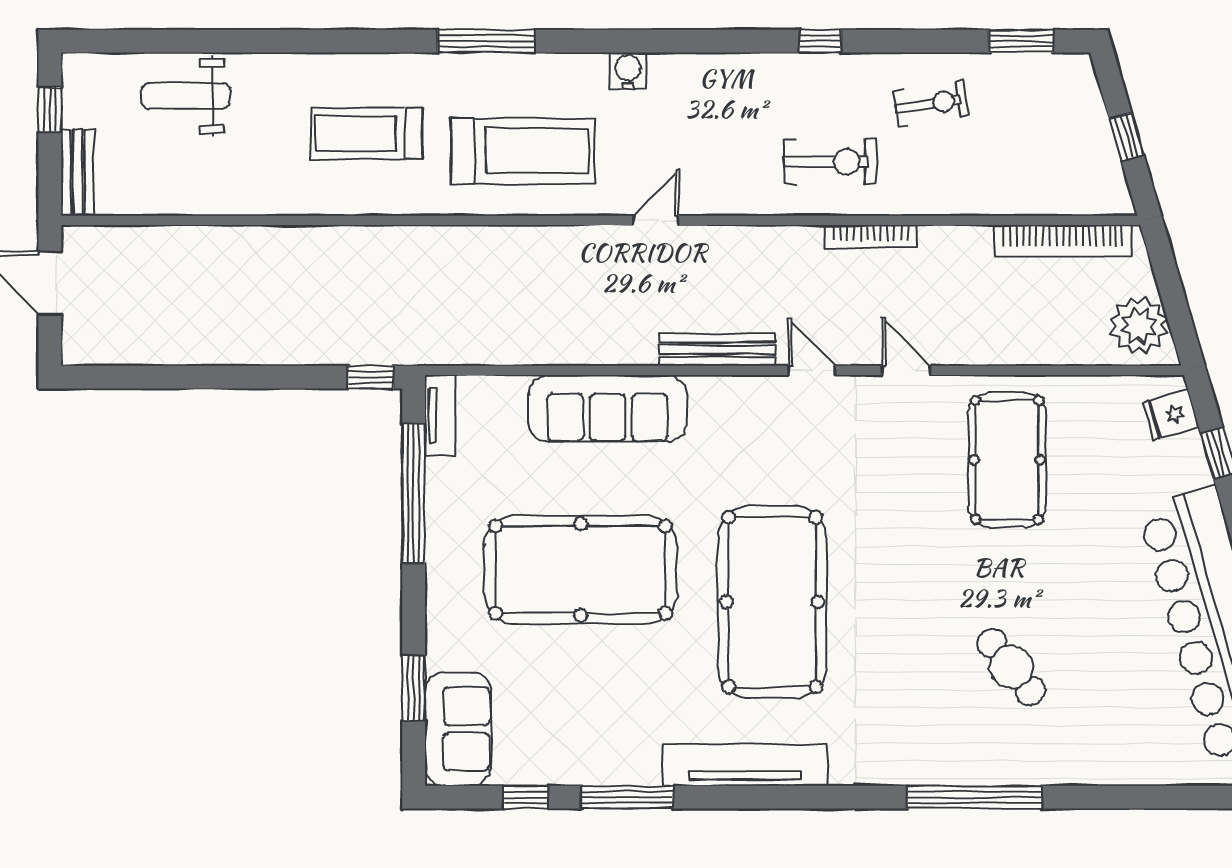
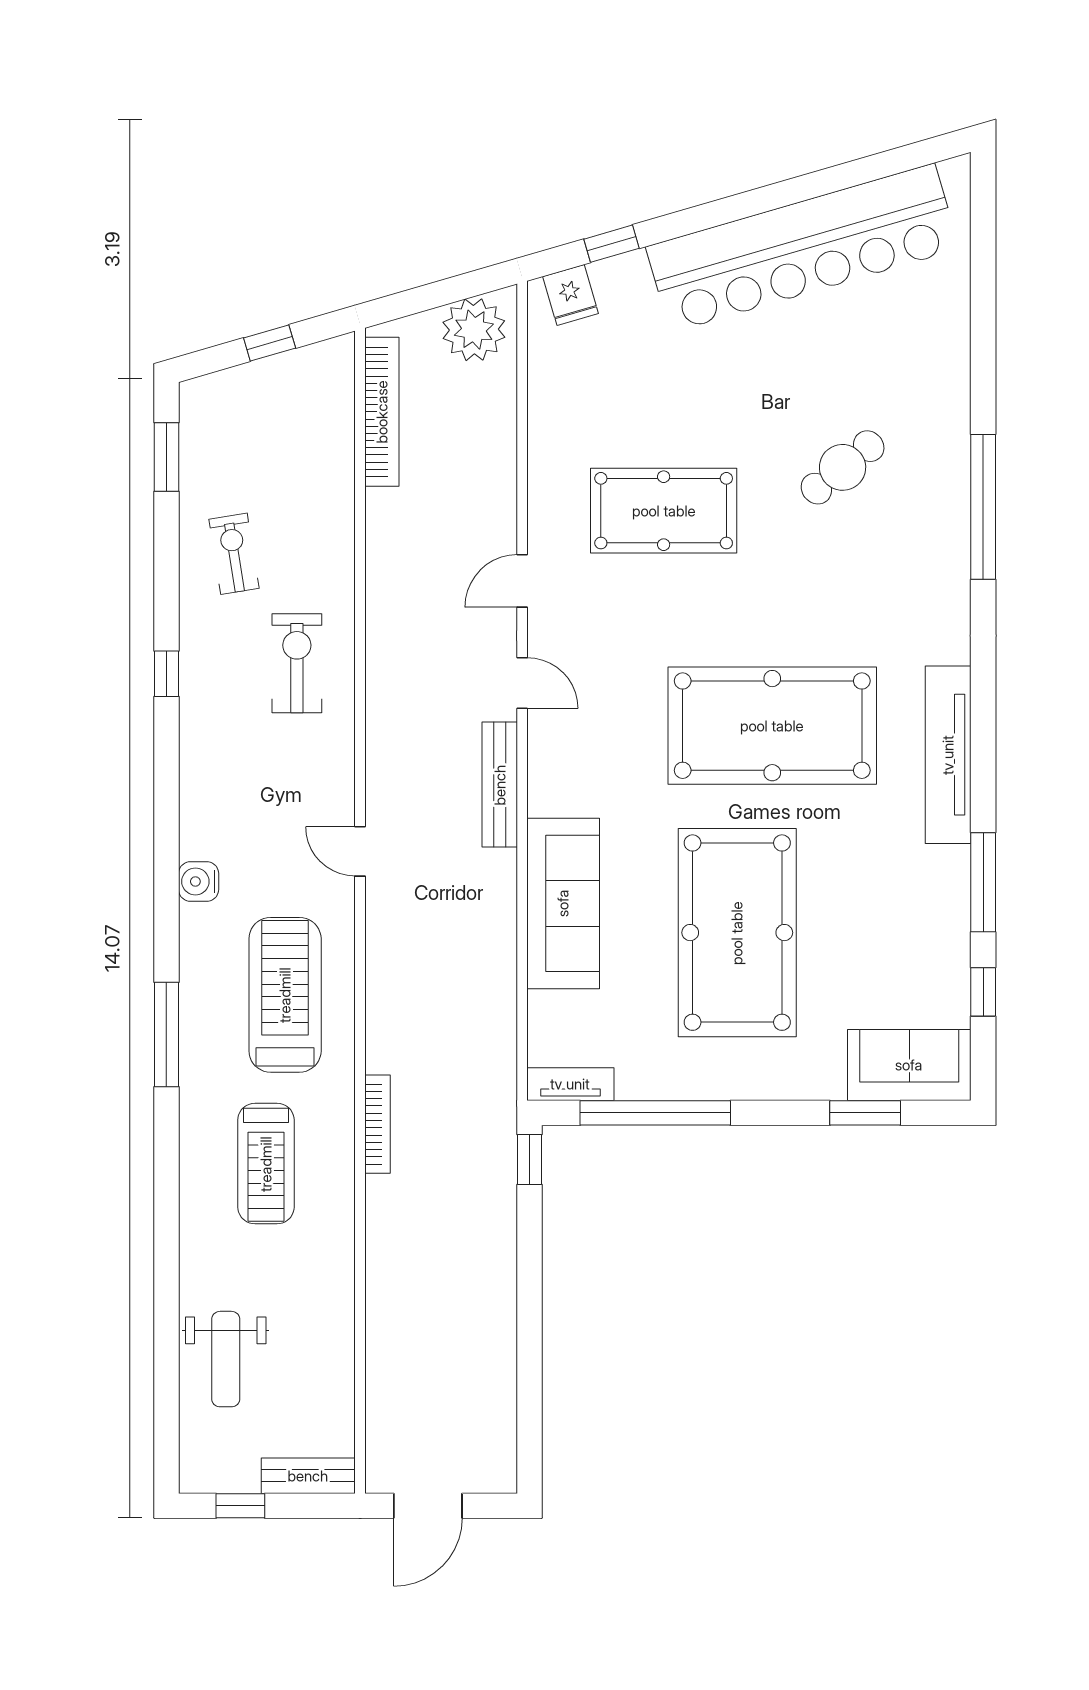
bookcase: (871, 237) -> (378, 1124), moved
door: (812, 370) -> (522, 683), swing flipped
pool table: (1007, 460) -> (664, 511), moved

